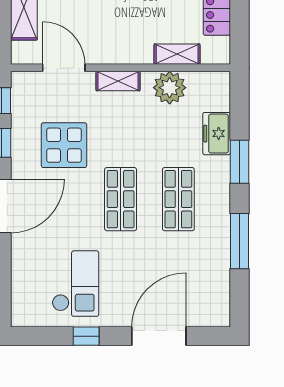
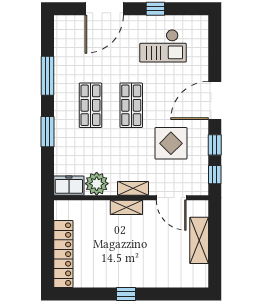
shelving: (177, 54) -> (126, 207), moved
freezer: (217, 134) -> (69, 186), moved, turned -90
checkout: (75, 284) -> (163, 46), turned -90

